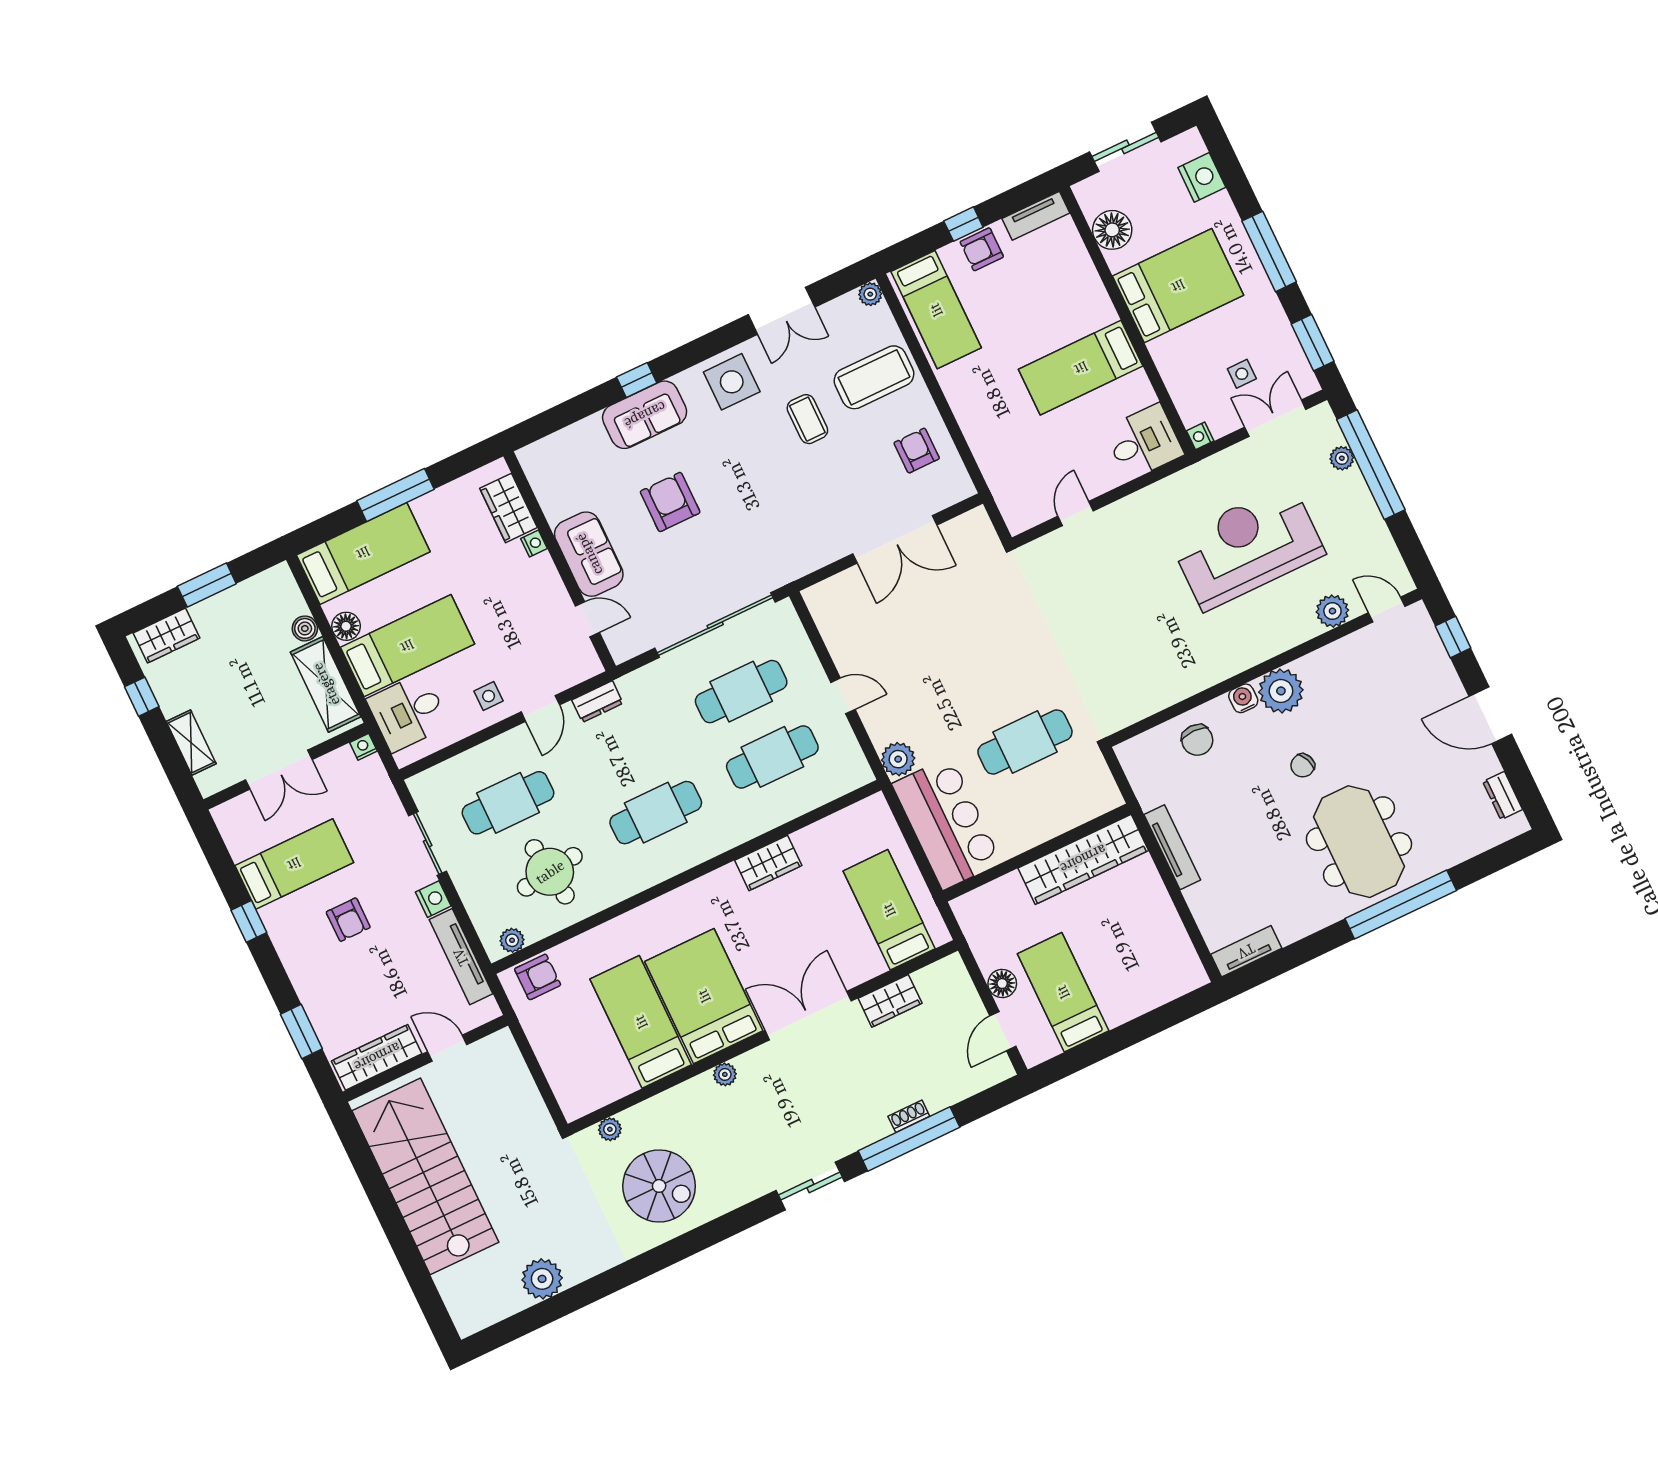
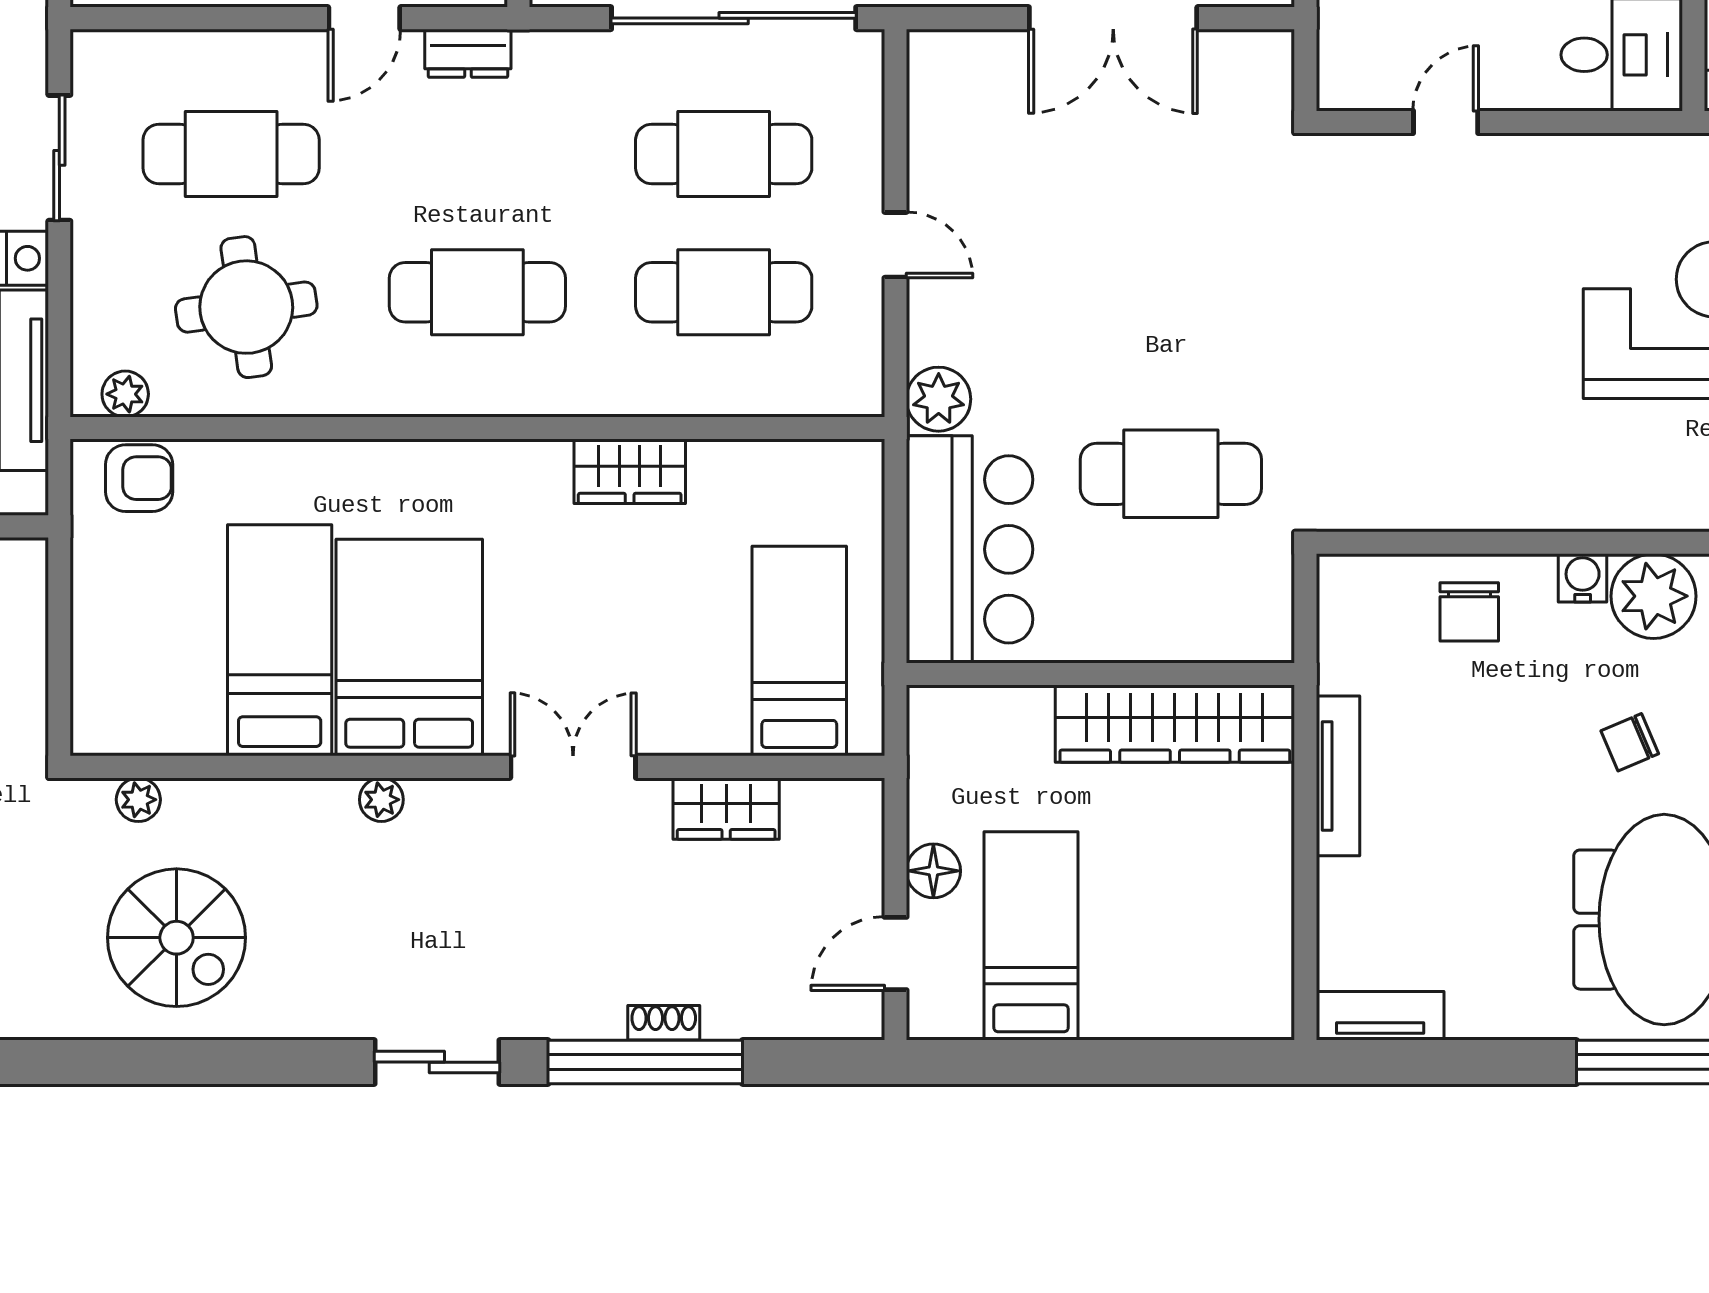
double door: (808, 1016) -> (573, 767), width x0.73

